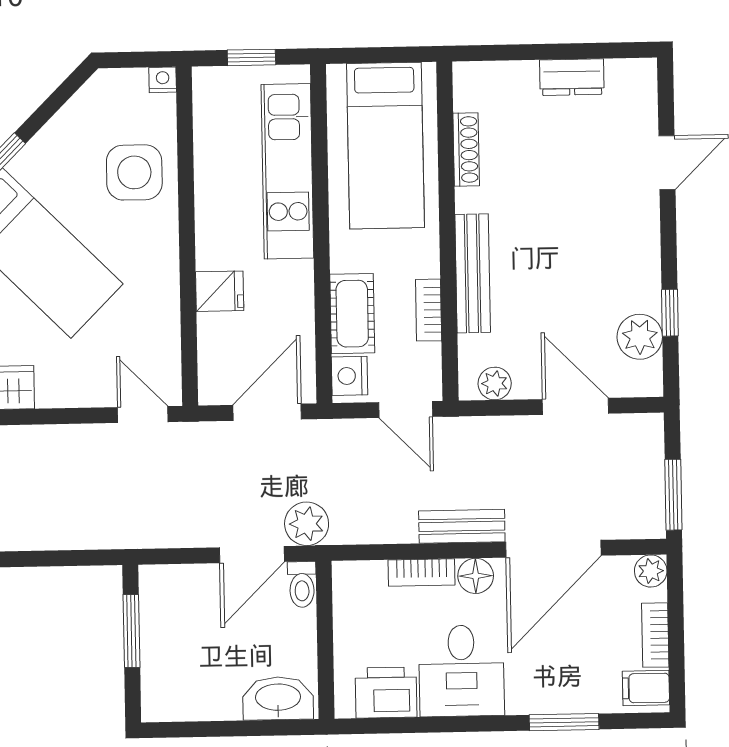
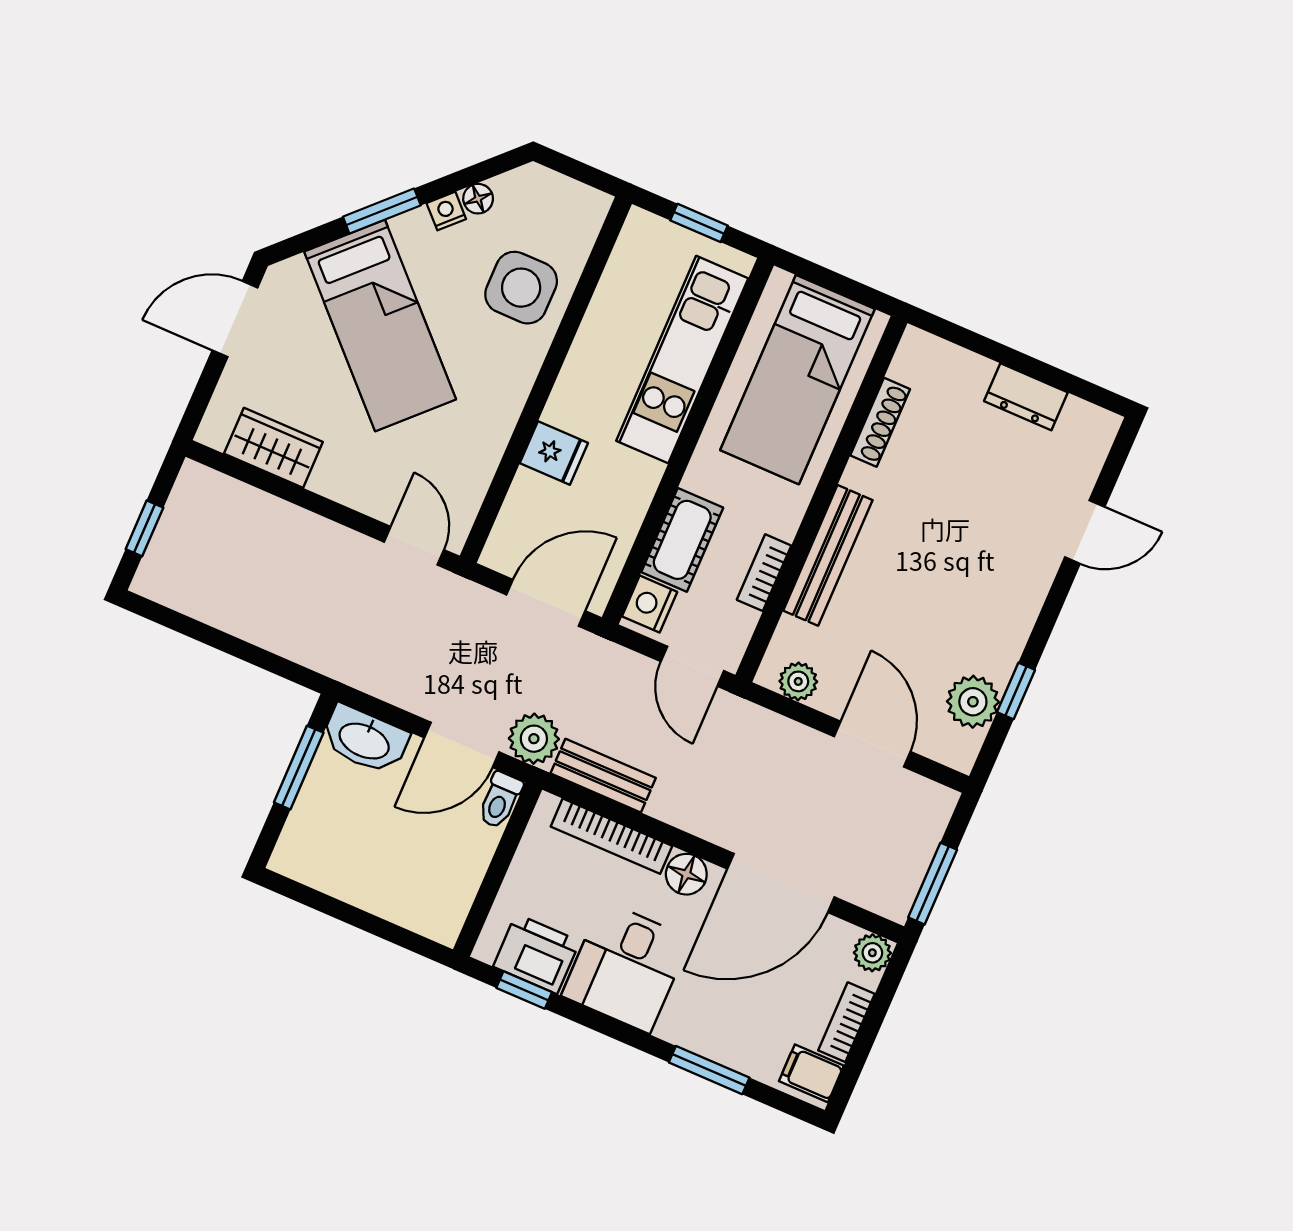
nightstand: (163, 80) -> (446, 211), moved, turned -45
floor lamp: (68, 118) -> (478, 199), added
bench: (462, 526) -> (603, 776), moved
bookcase: (422, 572) -> (611, 836), width x1.56
washbasin: (278, 698) -> (365, 740), moved, turned 180
window: (389, 726) -> (524, 990), added

